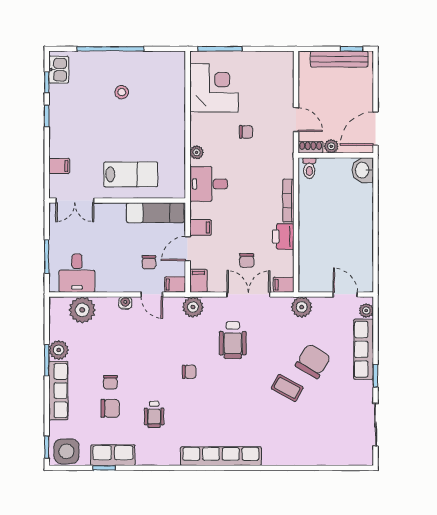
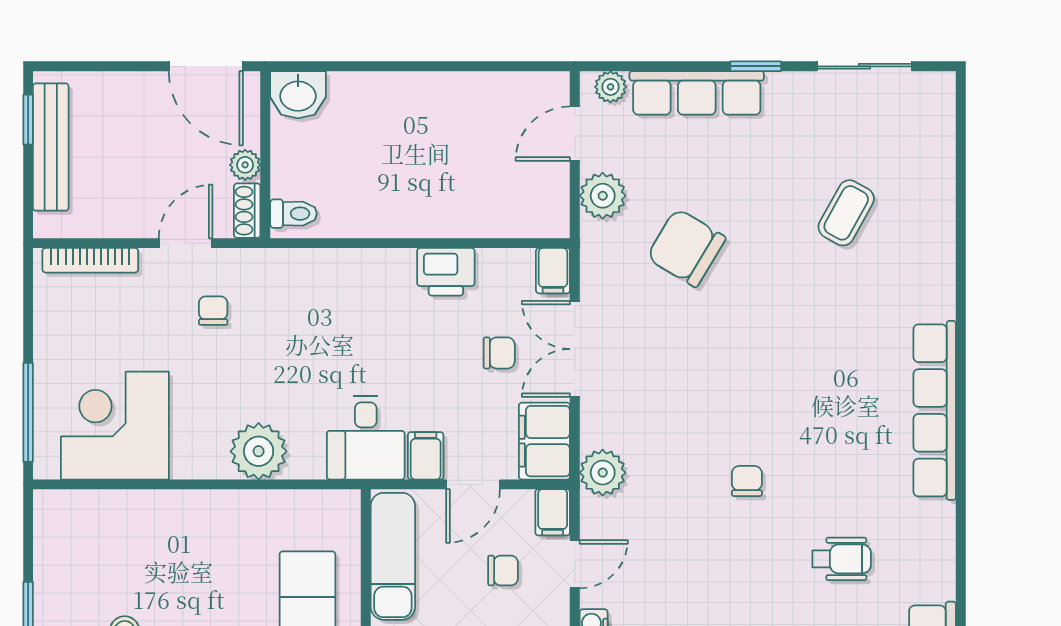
chair: (246, 132) -> (213, 311), moved
plant: (197, 152) -> (259, 451), width x1.88, depth x1.88
desk: (209, 184) -> (366, 438), moved
bookcase: (288, 201) -> (90, 260), moved
door: (188, 249) -> (473, 484), hinge flipped
filing cabinet: (198, 281) -> (544, 441), width x2.00
plant: (302, 307) -> (603, 196), moved
wheelchair: (233, 340) -> (677, 384), removed
chair: (313, 361) -> (686, 248), moved
coffee table: (287, 388) -> (846, 213), moved

